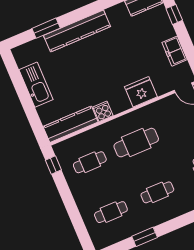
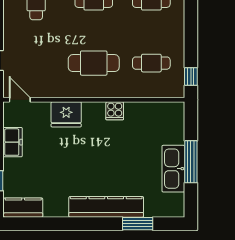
window: (24, 96) -> (191, 162), added
kitchen counter: (71, 124) -> (155, 112), removed

